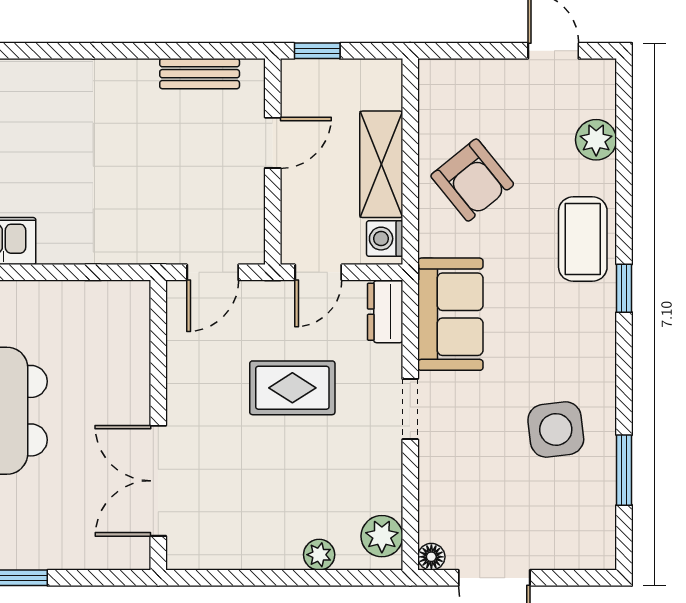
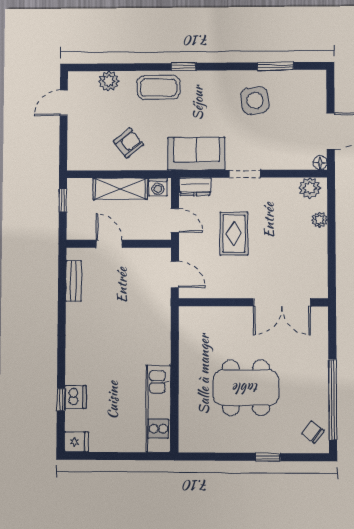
window: (317, 51) -> (63, 200), moved
armchair: (472, 180) -> (128, 143), width x0.72, depth x0.72

